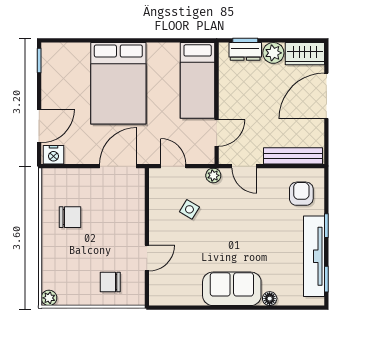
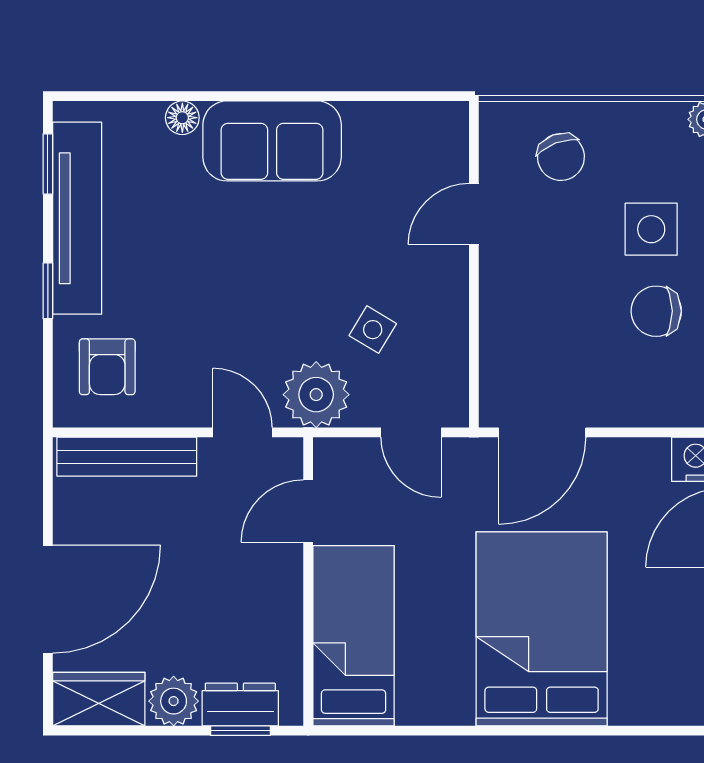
plant: (213, 175) -> (316, 395), width x1.87, depth x1.87
side table: (72, 252) -> (651, 229), added
chair: (110, 282) -> (561, 157), turned 69

